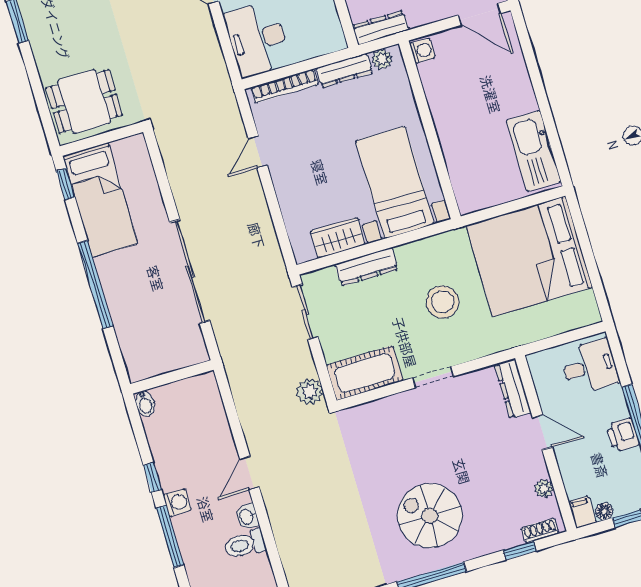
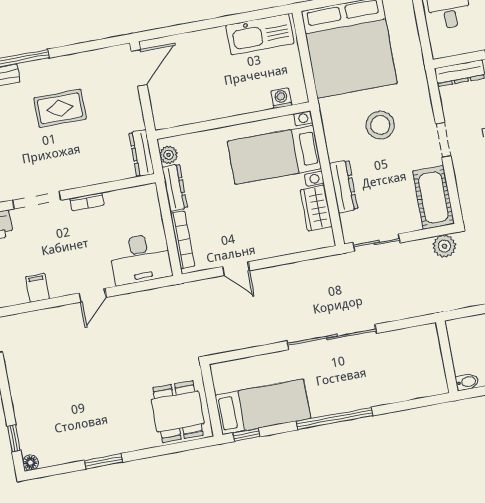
washing machine: (422, 51) -> (281, 98), moved
wall: (172, 377) -> (447, 357), moved
bidet: (145, 404) -> (467, 382), moved

